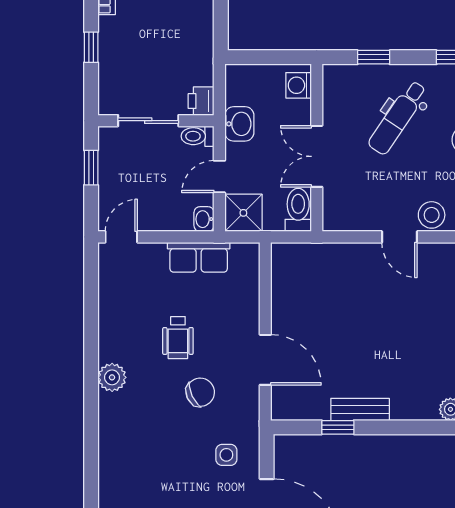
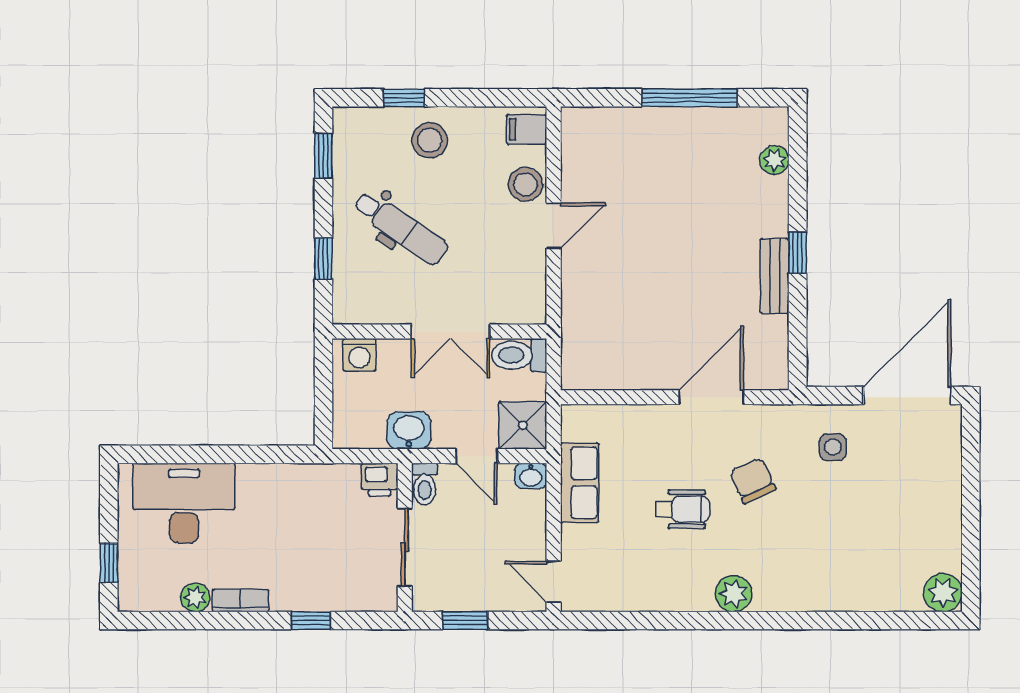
window: (338, 427) -> (798, 253), moved

